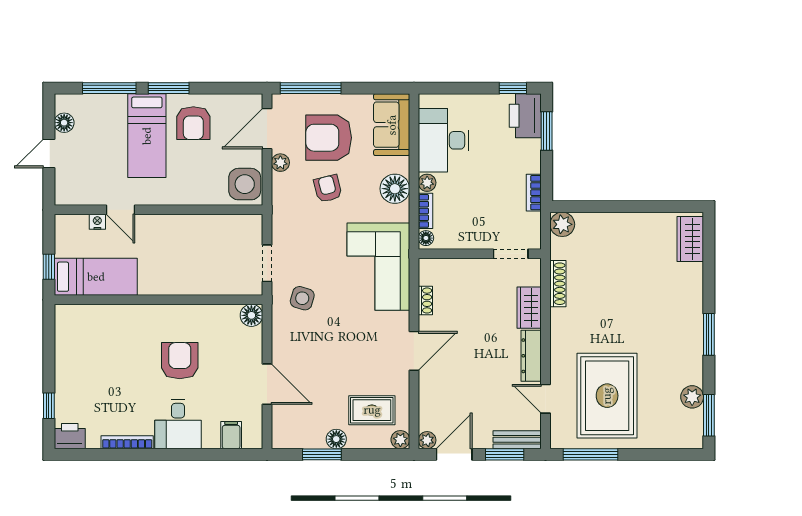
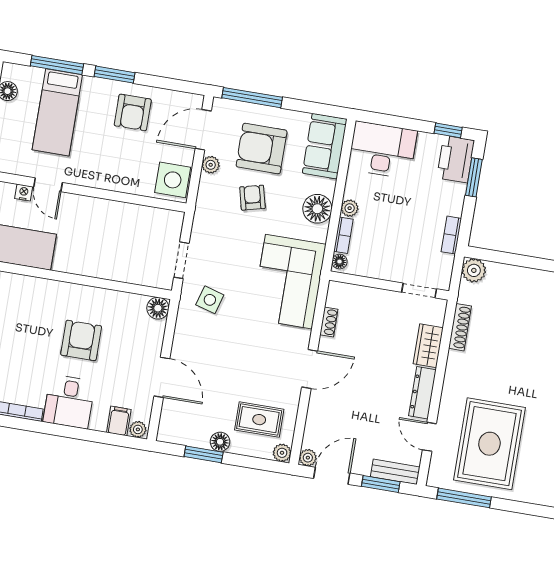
bed: (147, 136) -> (57, 112), moved
desk: (443, 140) -> (382, 150), moved, turned 90
plant: (252, 440) -> (138, 429), added

